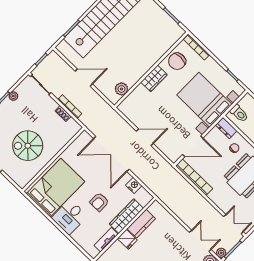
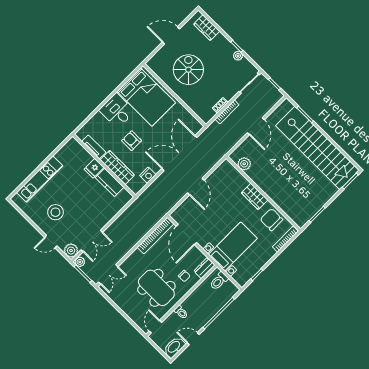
bed with nightstands: (204, 100) -> (233, 246), width x0.73

